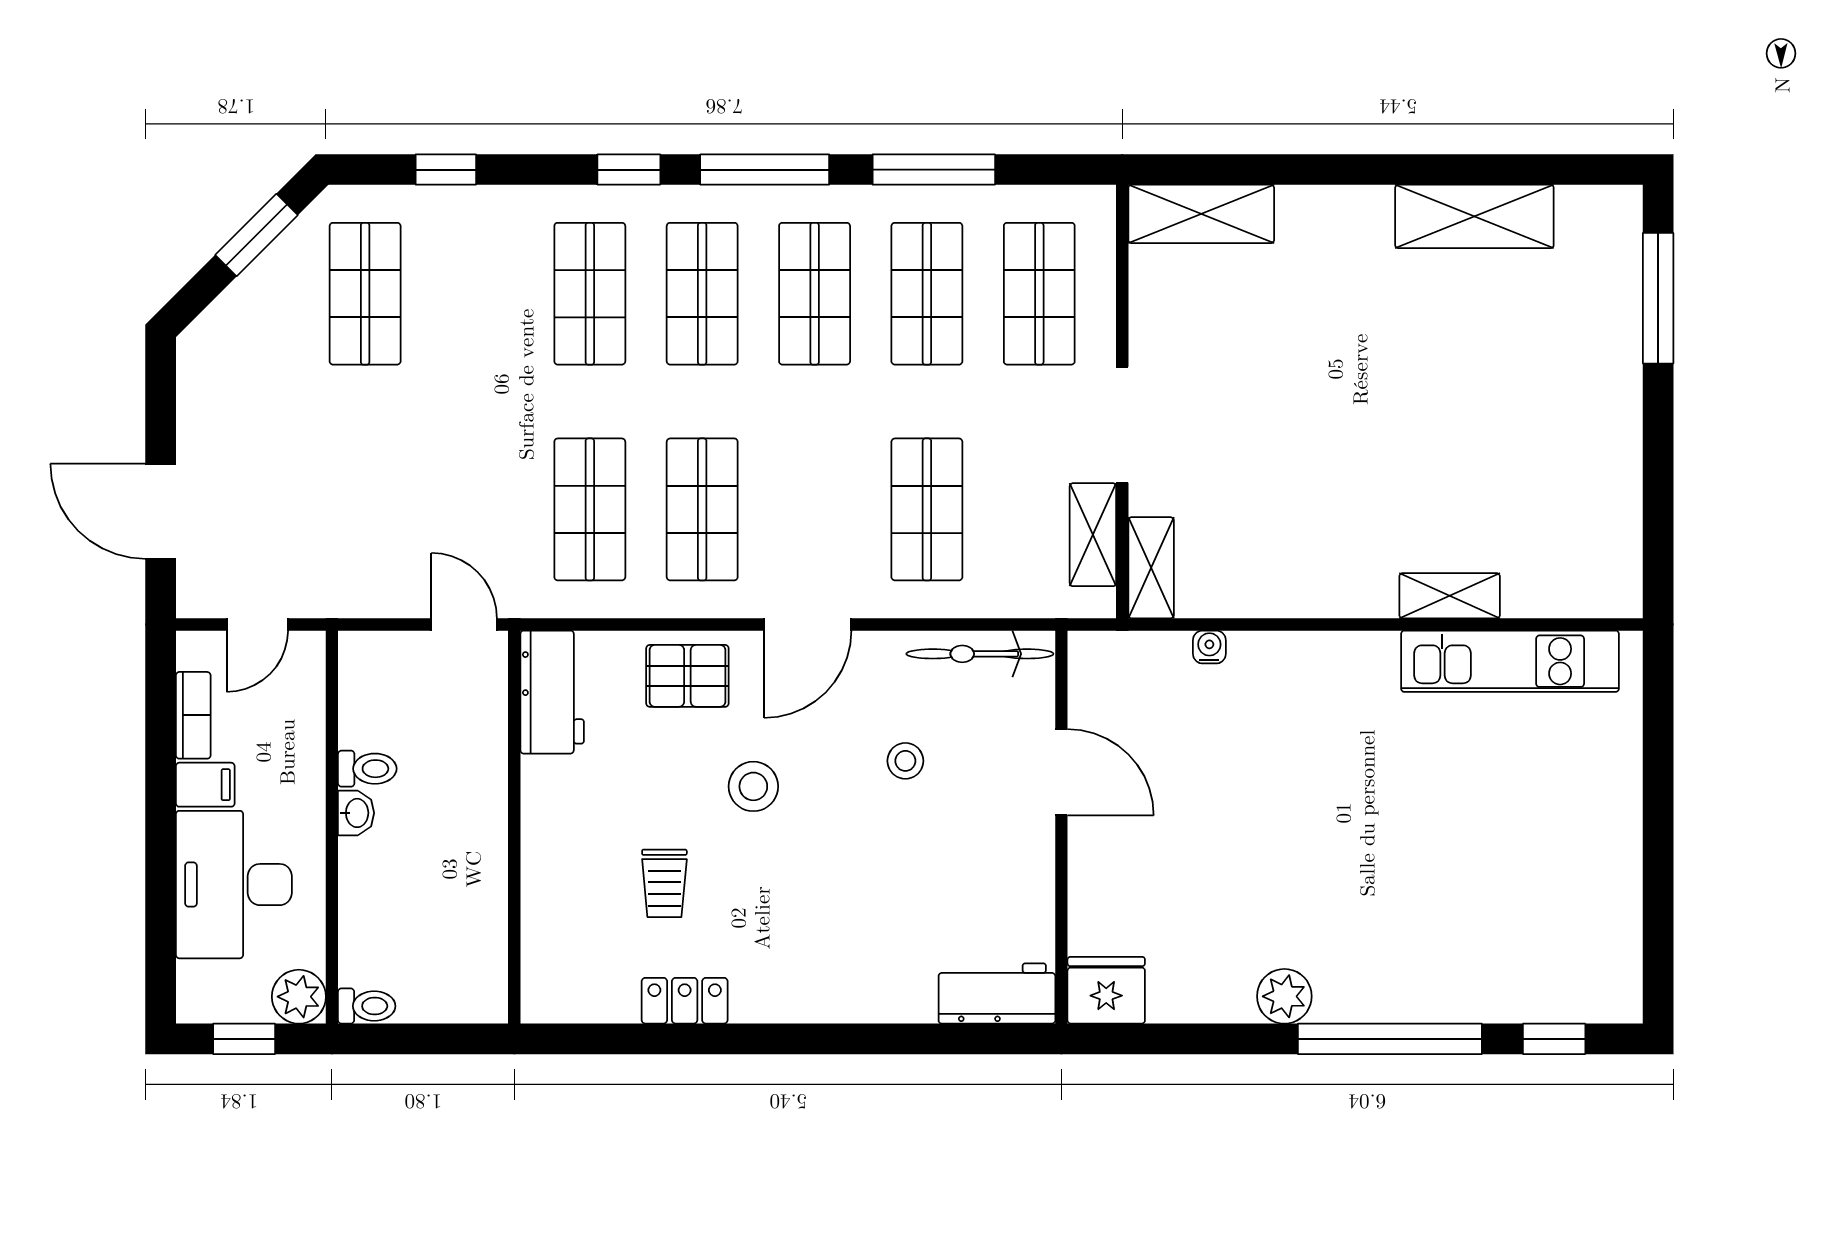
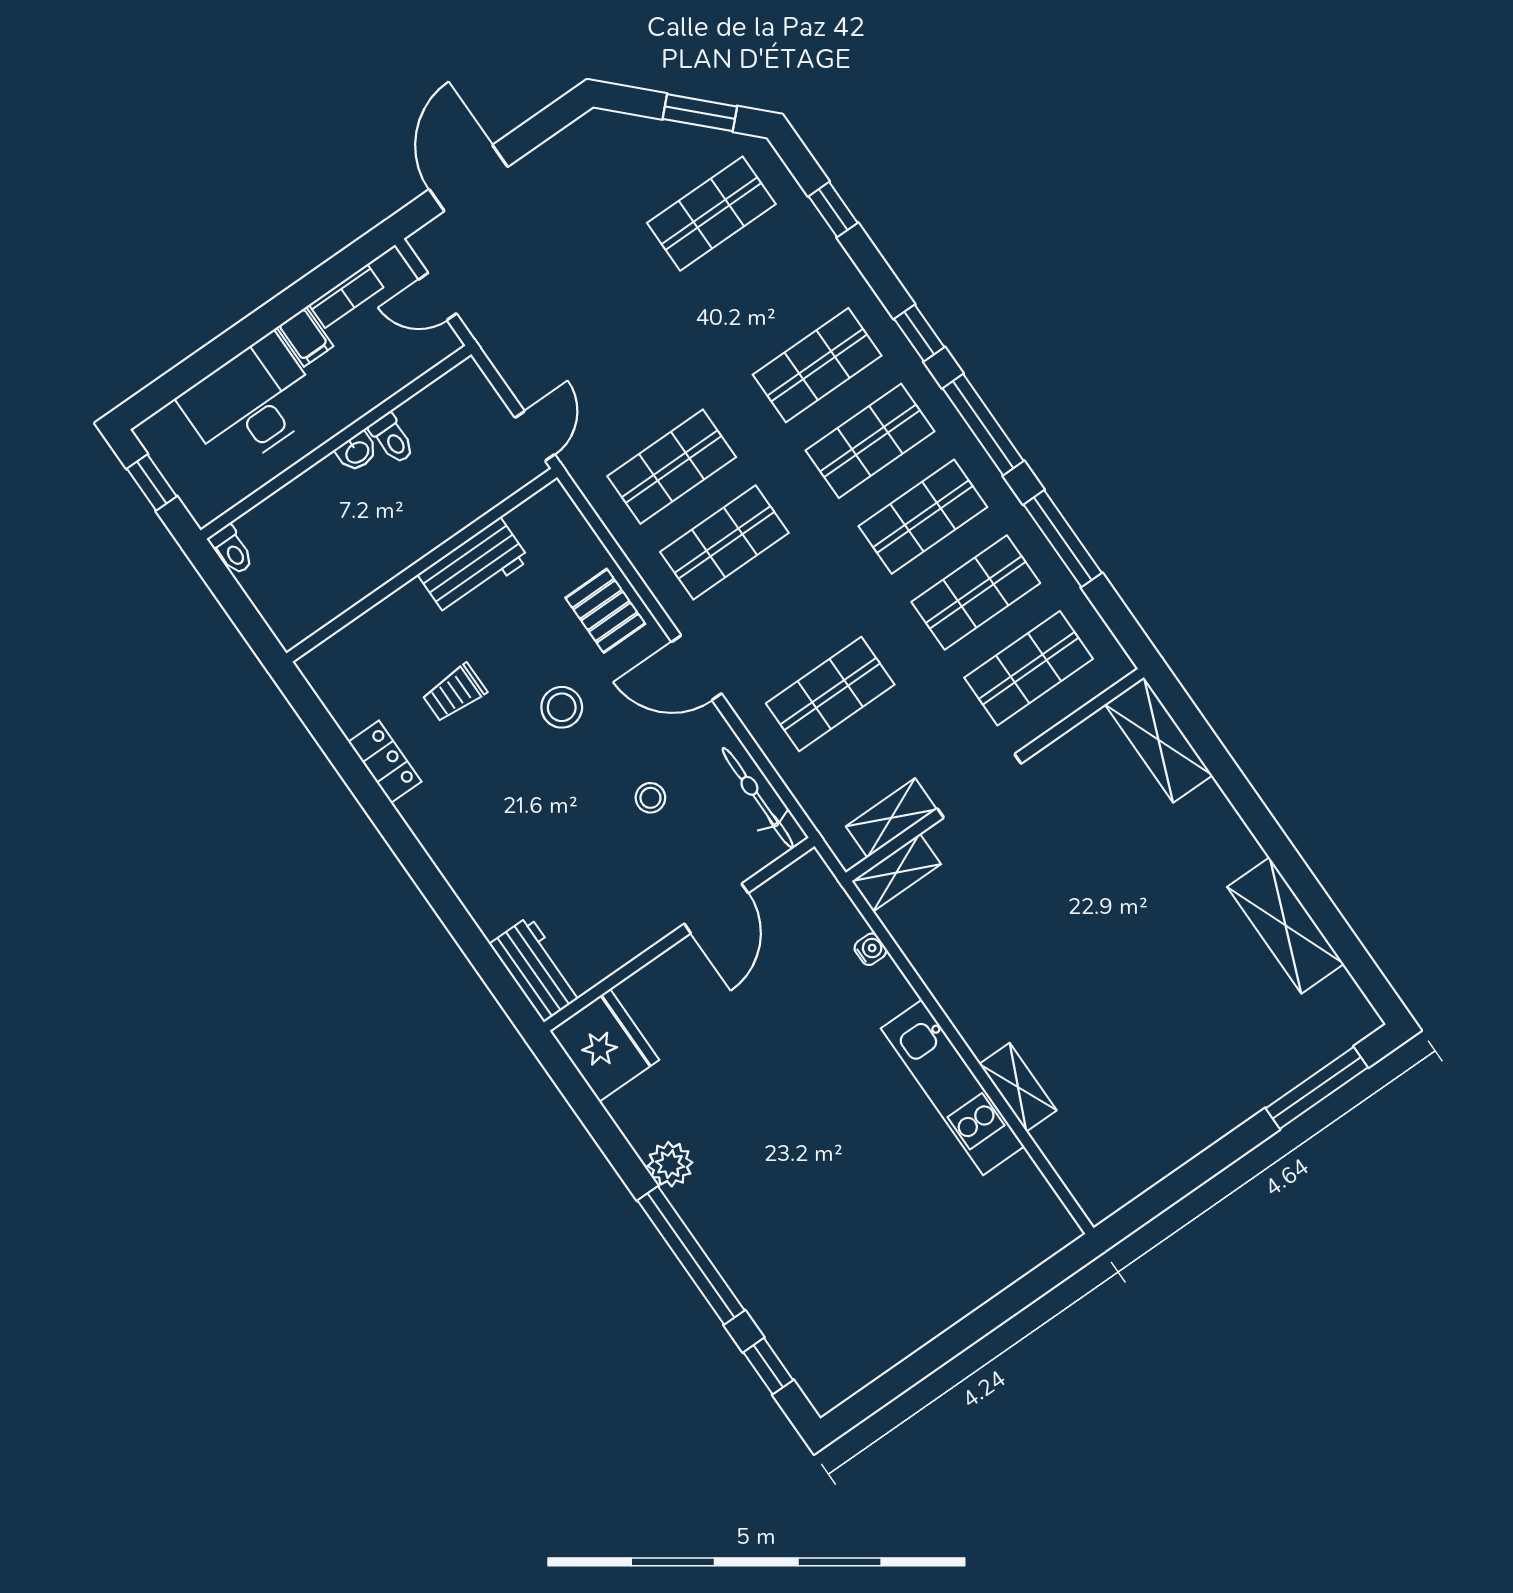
kitchen unit: (1510, 661) -> (952, 1087), moved
workbench: (552, 692) -> (474, 567), moved
fridge: (1106, 990) -> (604, 1045), width x1.36, depth x1.34
plant: (299, 997) -> (206, 500), removed

